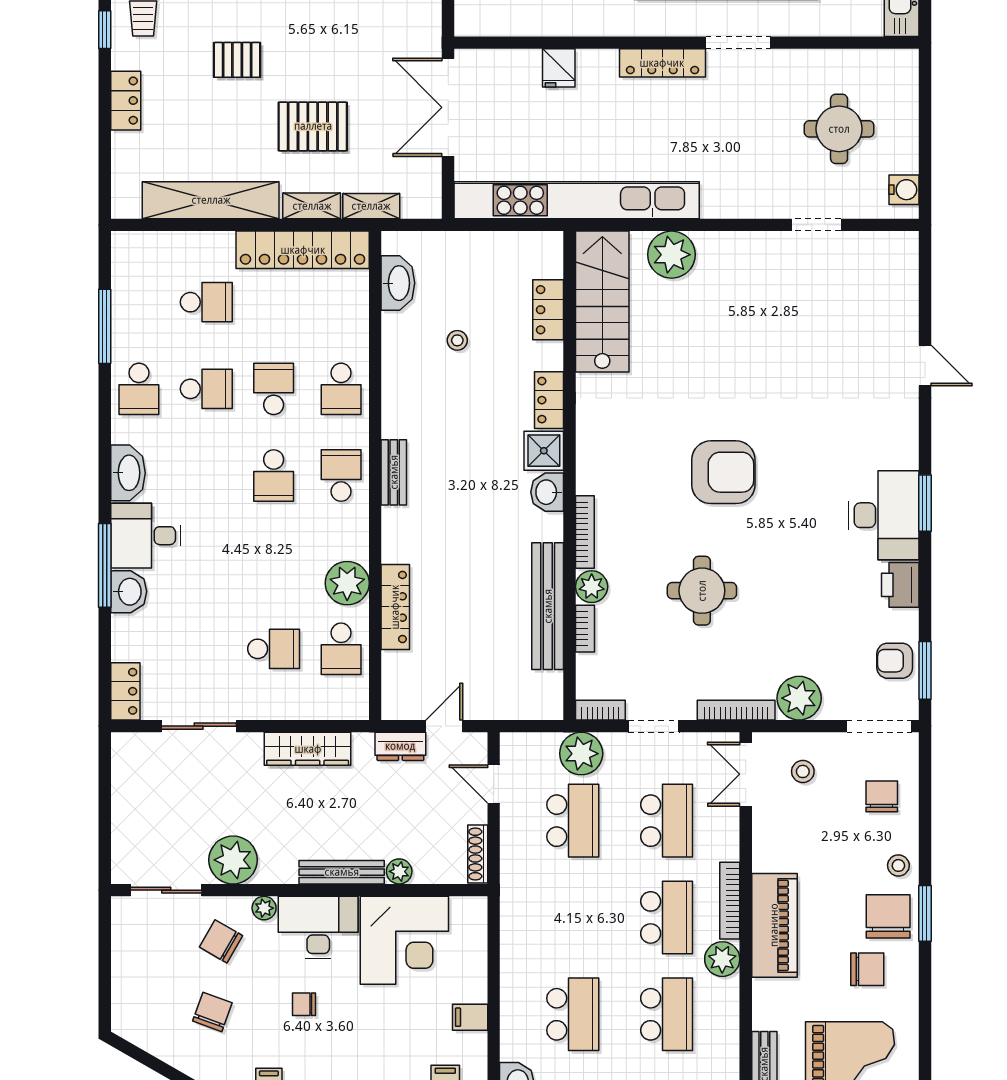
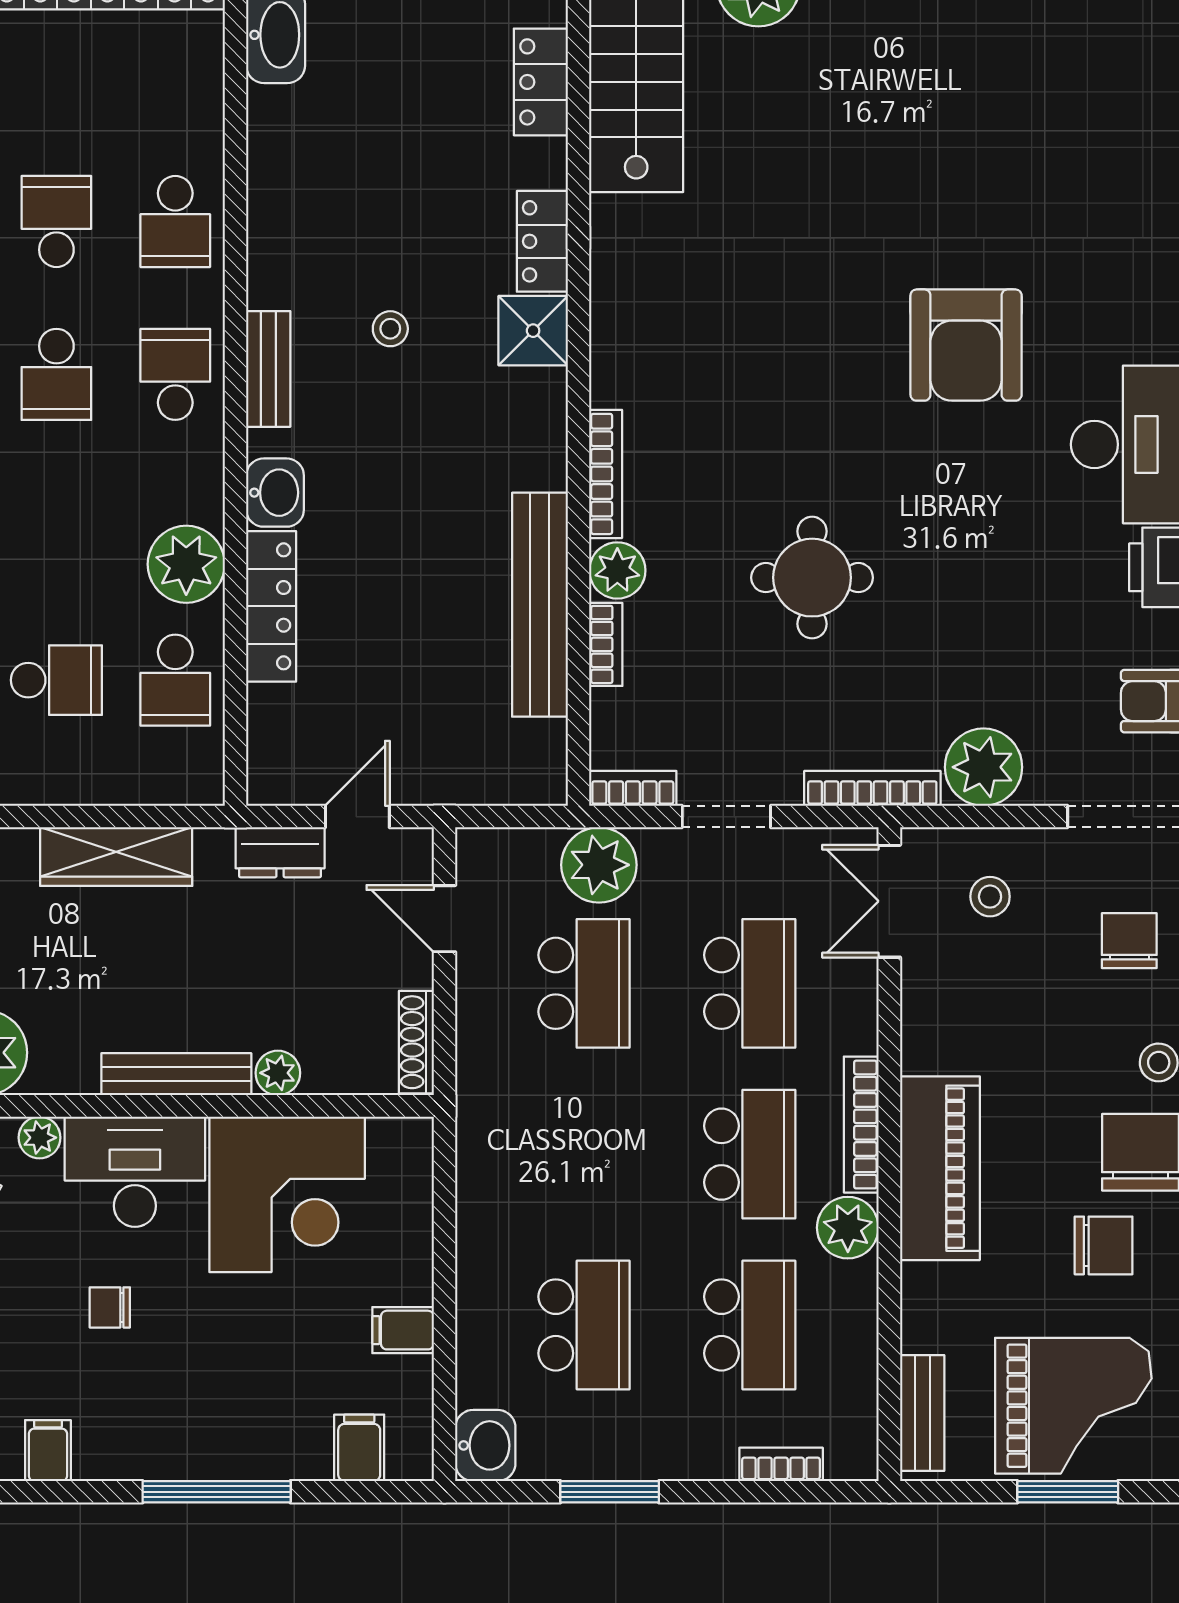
stool: (457, 340) -> (390, 329), moved
armchair: (723, 472) -> (966, 345), moved, turned 90
washbasin: (547, 492) -> (275, 493), moved, turned 180

